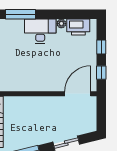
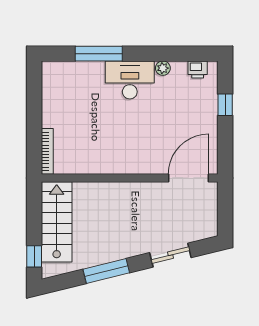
printer: (78, 27) -> (198, 70), width x0.53, depth x0.68
window: (101, 73) -> (225, 145), removed

